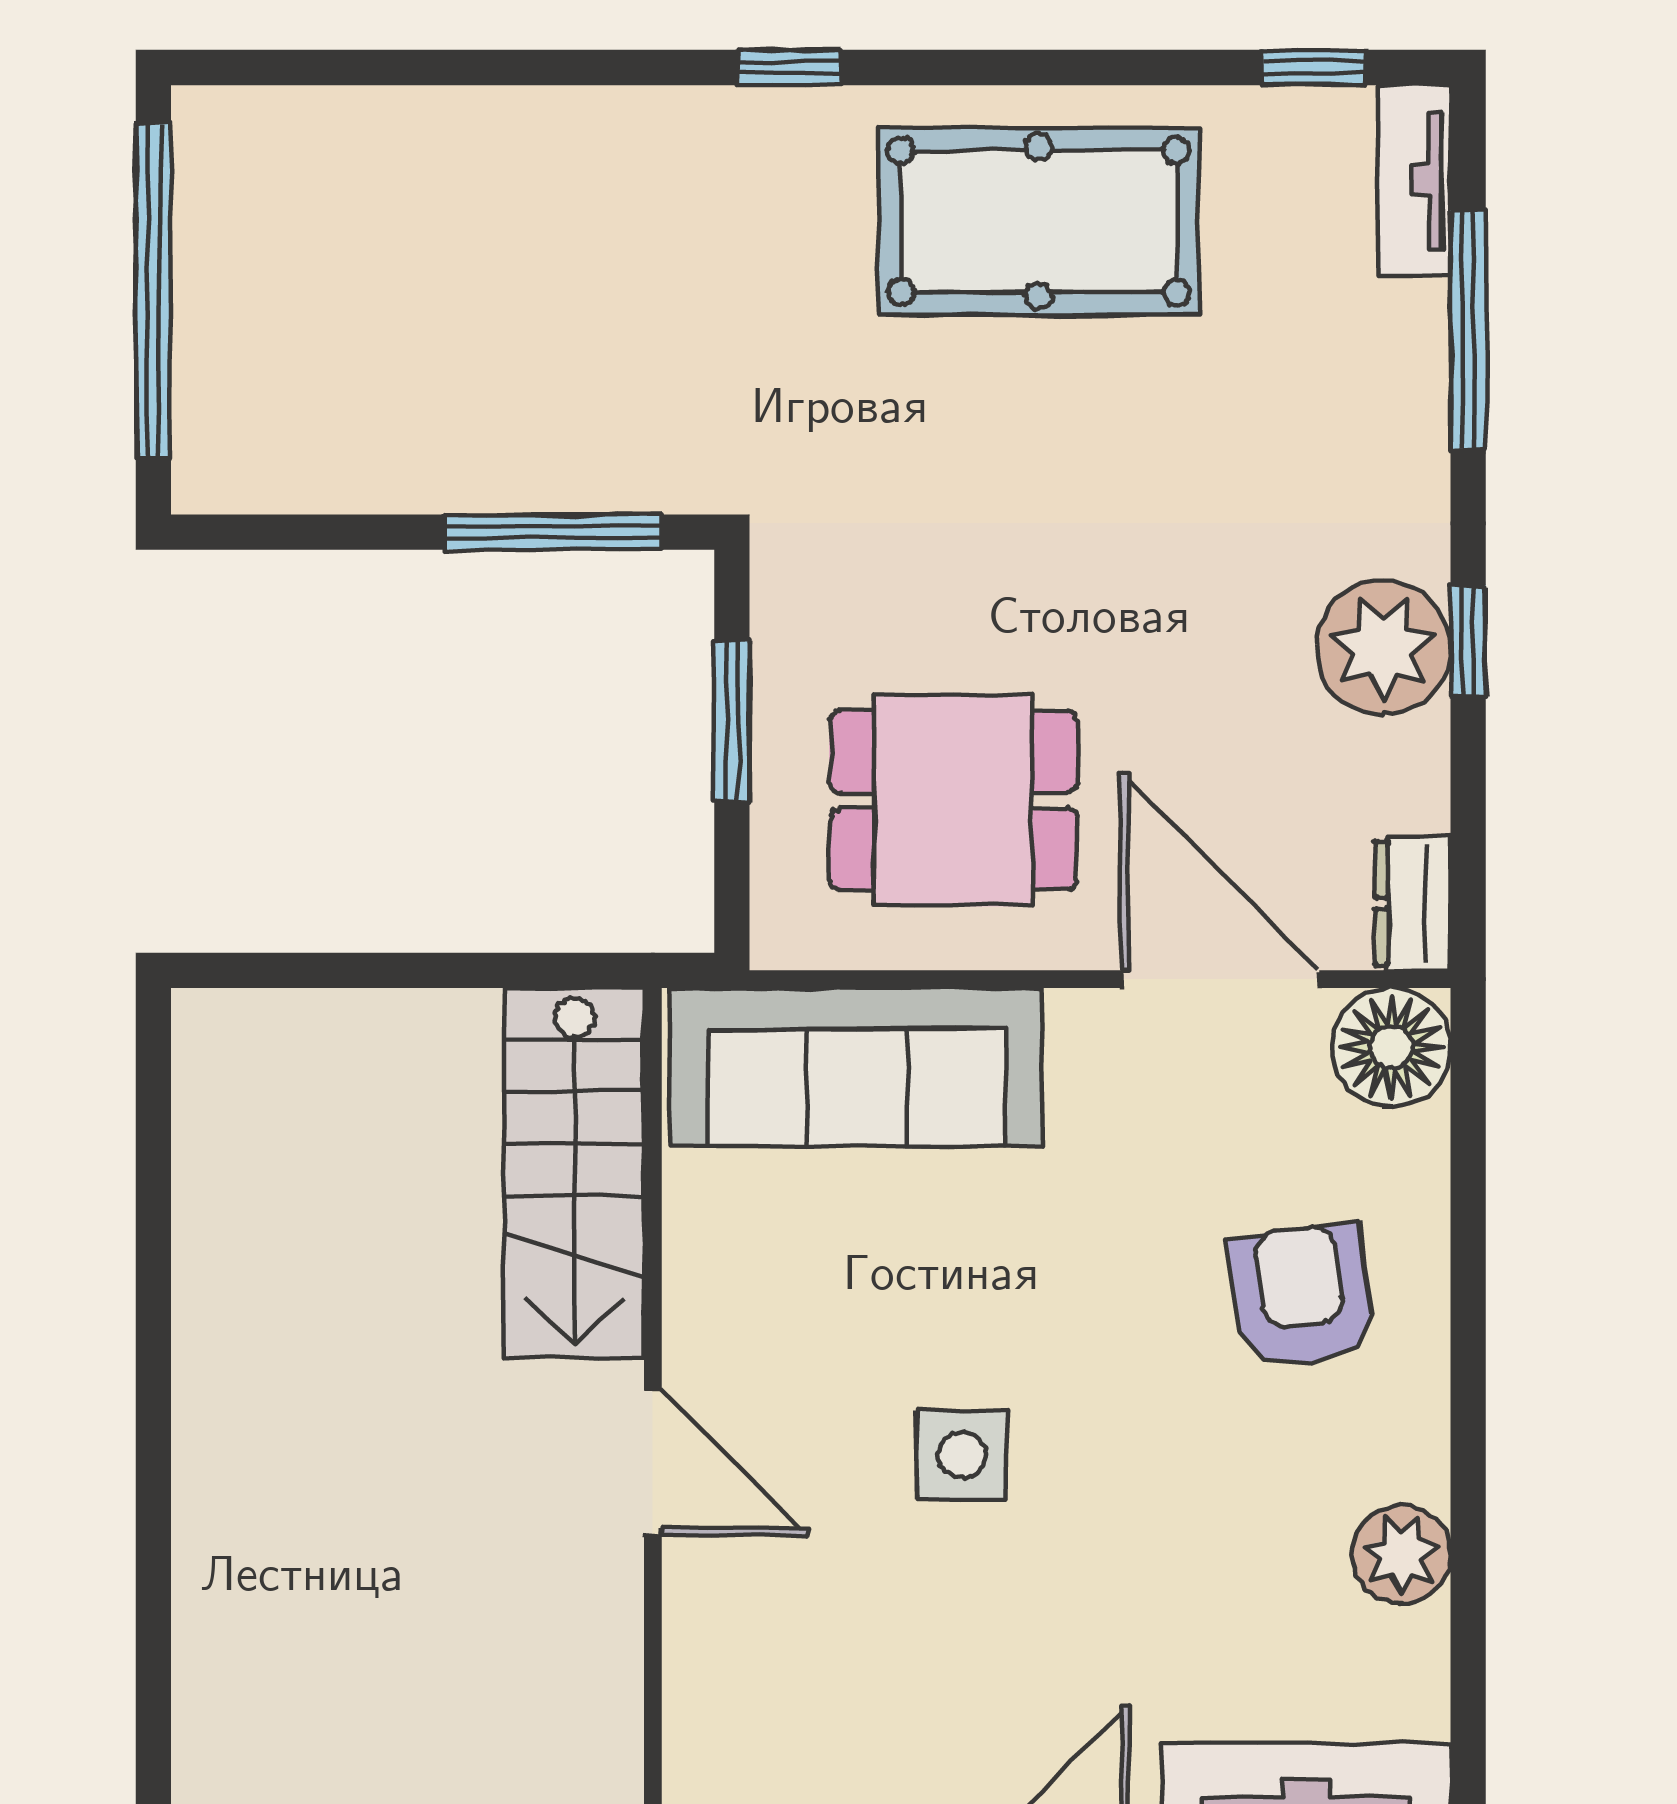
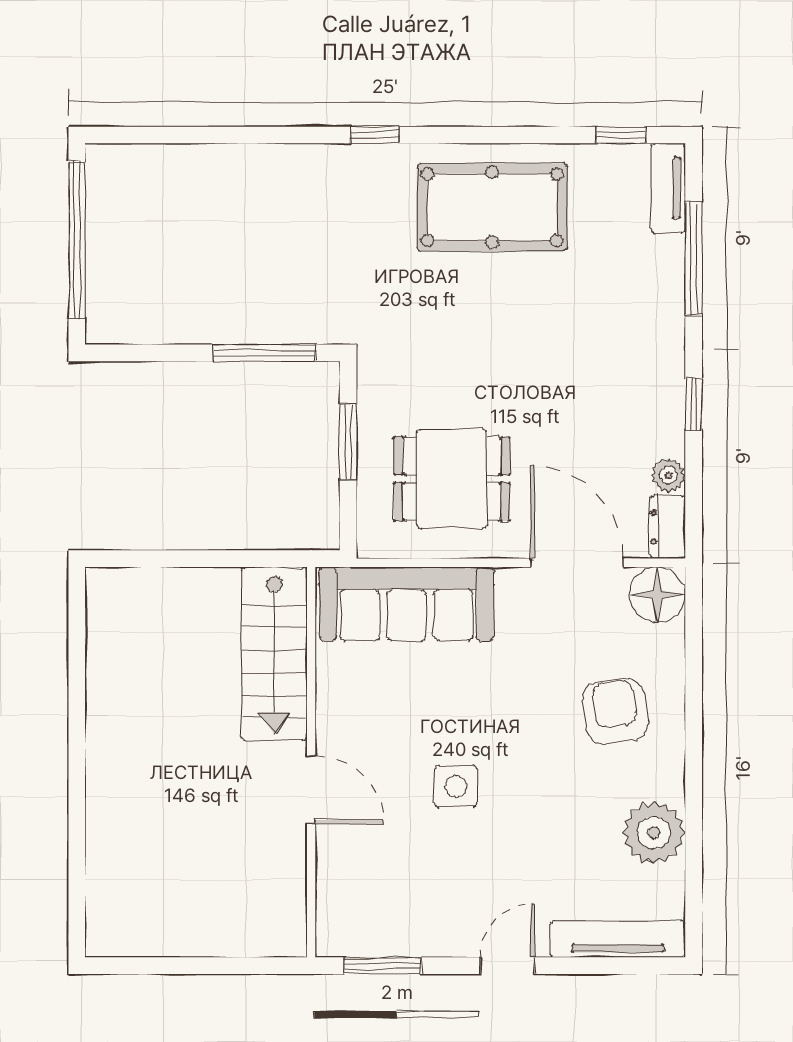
plant: (1383, 648) -> (668, 475), moved, width x0.53, depth x0.53
plant: (1401, 1555) -> (654, 833), width x1.36, depth x1.36

